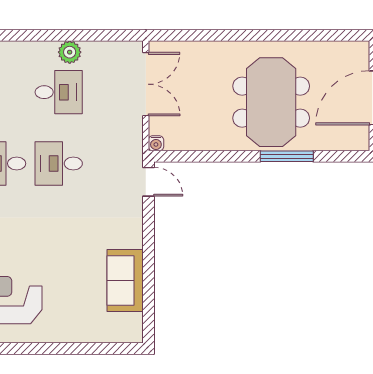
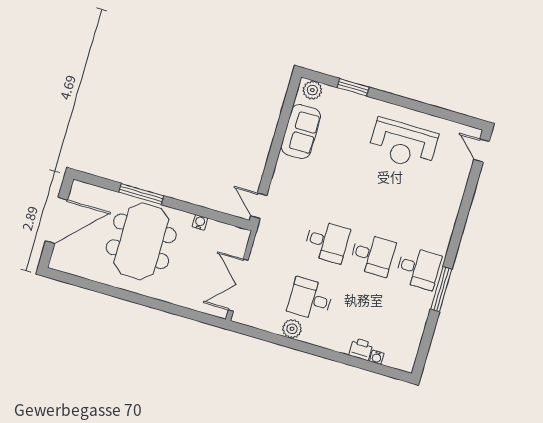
water cooler: (156, 143) -> (200, 222), moved
plant: (126, 332) -> (312, 90), added
window: (80, 348) -> (353, 87), added

